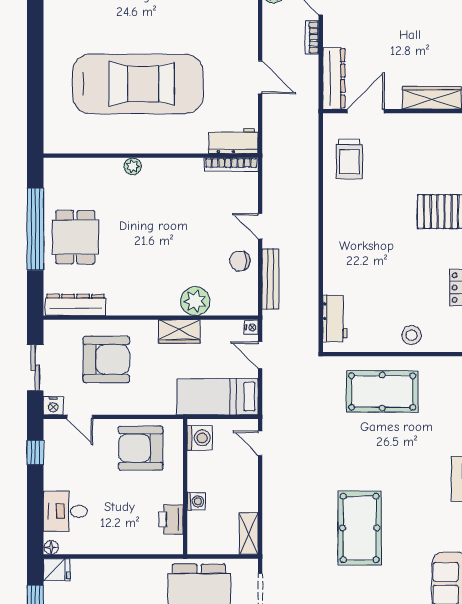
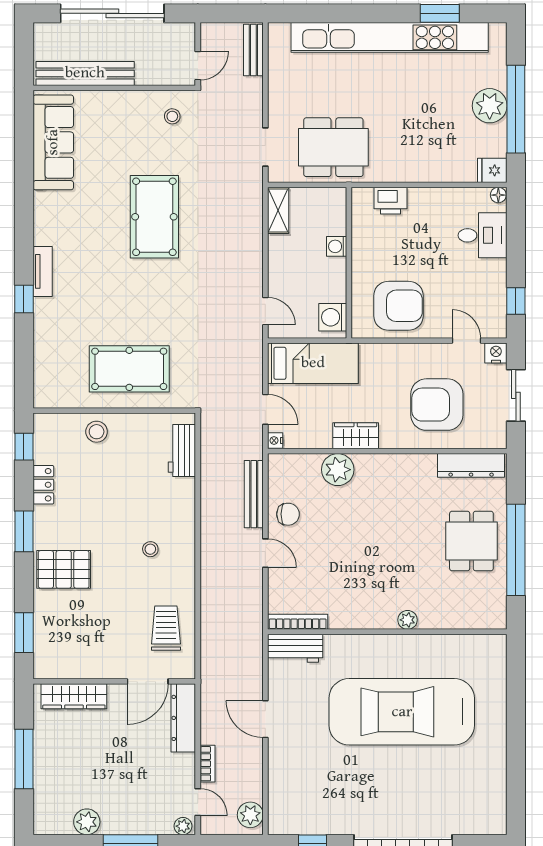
stool: (363, 230) -> (150, 549), added
printer: (171, 519) -> (390, 201), moved, turned 90

